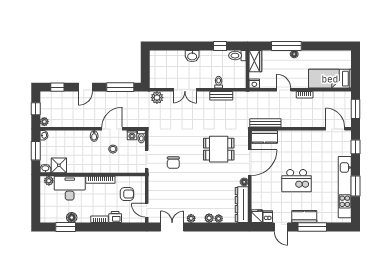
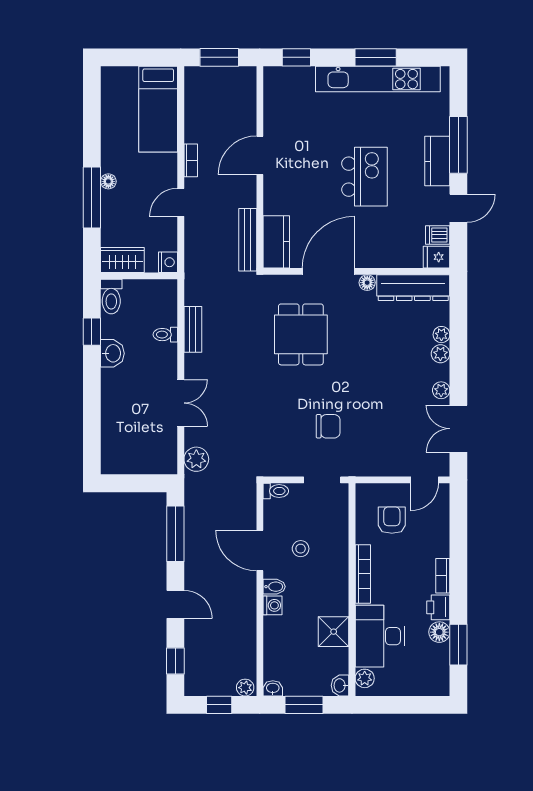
washbasin: (192, 56) -> (112, 353), moved
door: (335, 129) -> (260, 155), moved
washing machine: (132, 135) -> (273, 605), moved
door: (250, 163) -> (328, 271), hinge flipped
shower: (59, 165) -> (334, 632), moved
printer: (115, 217) -> (438, 607), moved

